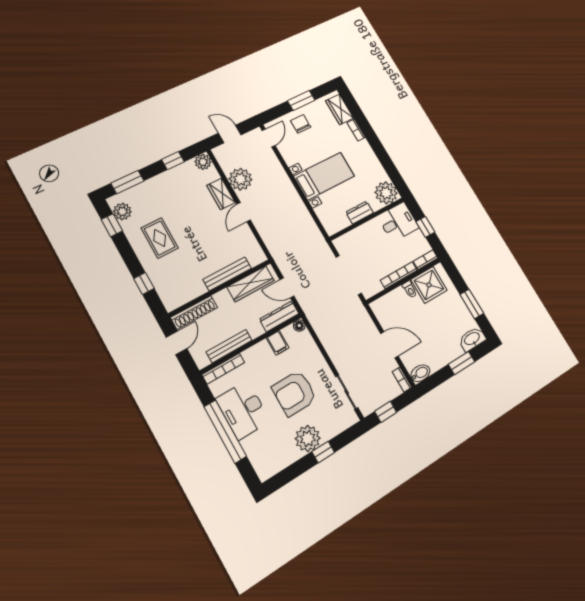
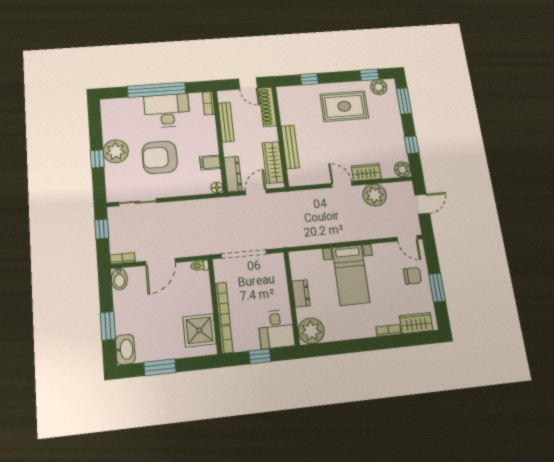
rug: (160, 238) -> (344, 106), width x1.36, depth x1.43
toilet: (410, 289) -> (200, 266), moved
bookcase: (223, 369) -> (209, 103), width x0.64
armchair: (294, 393) -> (160, 157), turned -90

